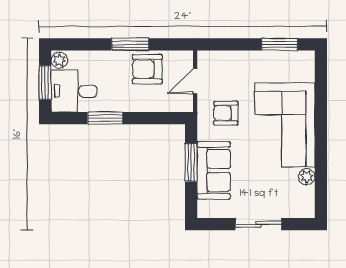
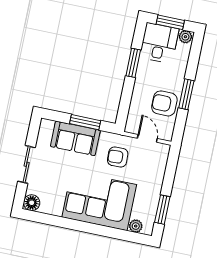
armchair: (147, 69) -> (164, 103), turned -90
armchair: (226, 113) -> (118, 157), turned -92
plant: (307, 177) -> (136, 226), moved
floor lamp: (305, 208) -> (32, 203), added

